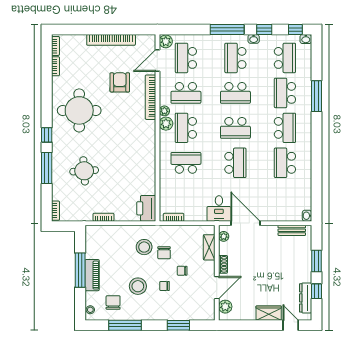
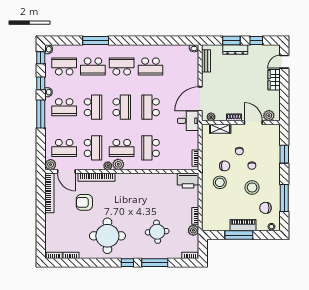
bookcase: (111, 40) -> (49, 193), moved
school desk: (235, 163) -> (151, 107), turned -90
plant: (86, 215) -> (193, 230), added
dresser: (306, 298) -> (235, 49), moved

